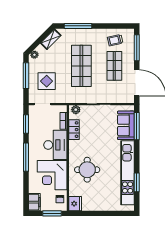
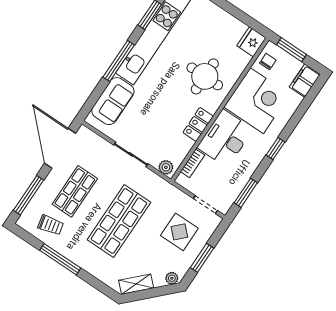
window: (78, 26) -> (60, 259), moved
window: (26, 76) -> (202, 258), width x0.69
window: (137, 126) -> (119, 61), moved
locker: (74, 130) -> (198, 124), moved
window: (26, 157) -> (276, 149), width x0.46

